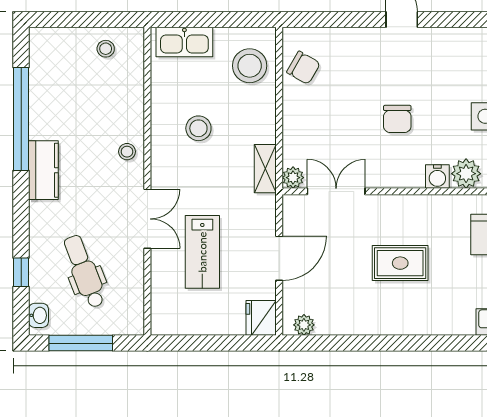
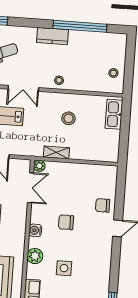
stool: (250, 66) -> (99, 147), removed
chair: (303, 68) -> (103, 205), moved, turned 60
shelving: (265, 169) -> (56, 152), moved
water cooler: (437, 176) -> (35, 230), moved

